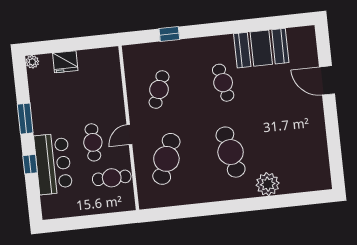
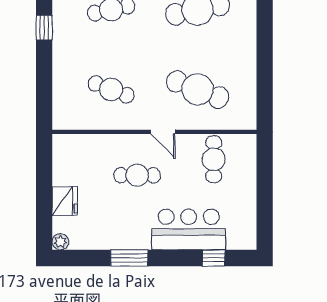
window: (169, 34) -> (44, 28), moved
cafe table: (93, 142) -> (137, 175), moved
window: (30, 164) -> (214, 258), moved

